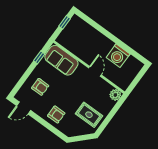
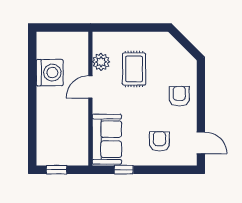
plant: (115, 95) -> (101, 62), moved
rug: (89, 115) -> (134, 69), moved

